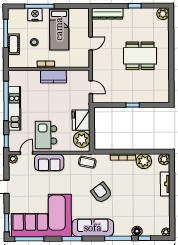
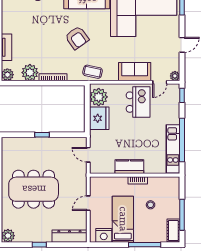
nightstand: (35, 15) -> (104, 235), moved
cot: (13, 44) -> (173, 230), moved
dining table: (140, 56) -> (34, 189), width x1.36, depth x1.24
kitchen unit: (14, 108) -> (173, 149), moved

